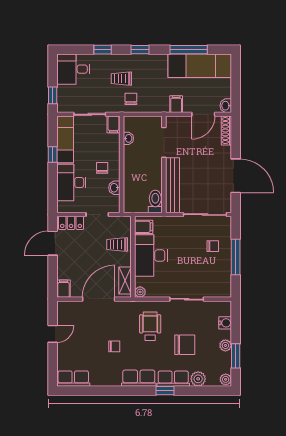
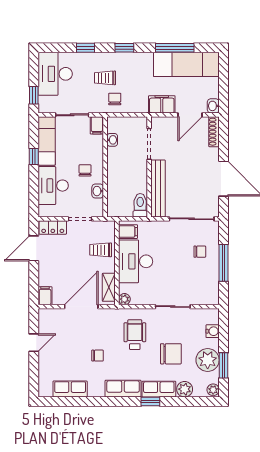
desk: (73, 69) -> (55, 74), width x1.37
filing cabinet: (176, 104) -> (162, 104), width x2.00
plant: (225, 345) -> (208, 360), width x1.88, depth x1.88
row of seats: (73, 379) -> (70, 389), moved

